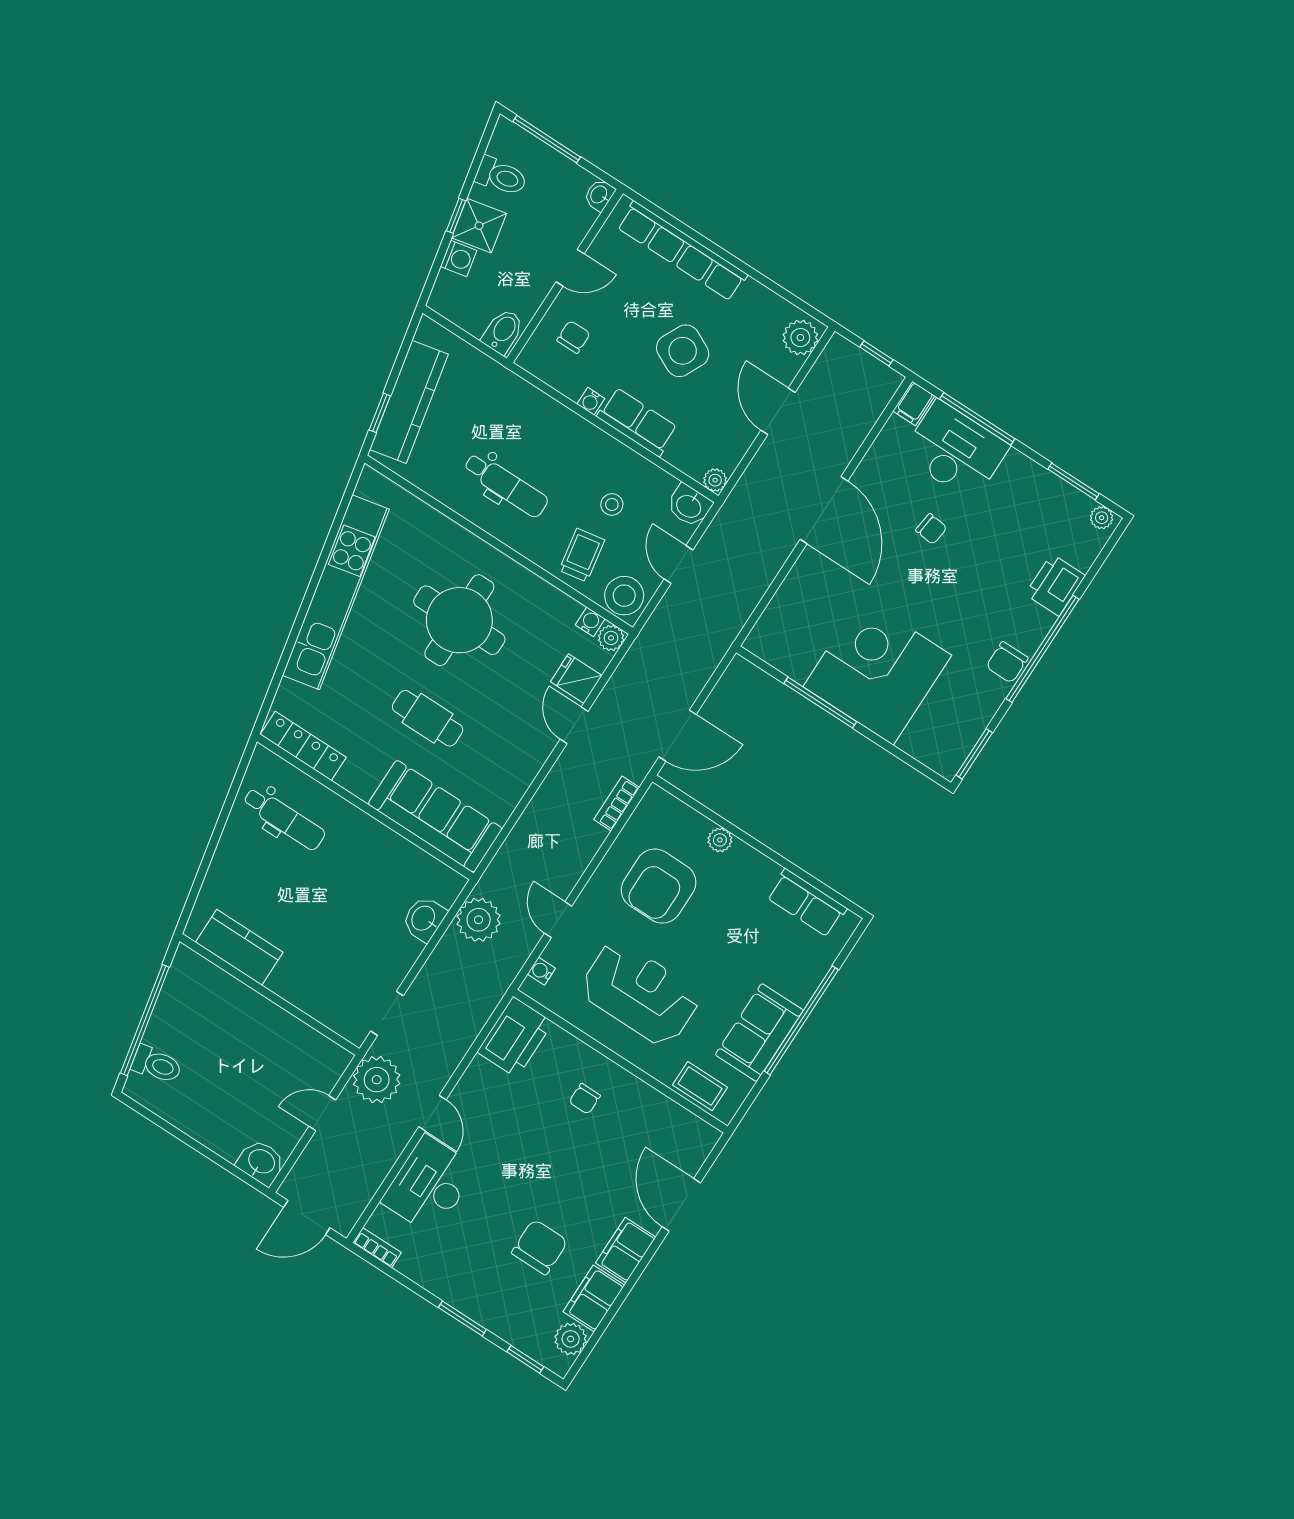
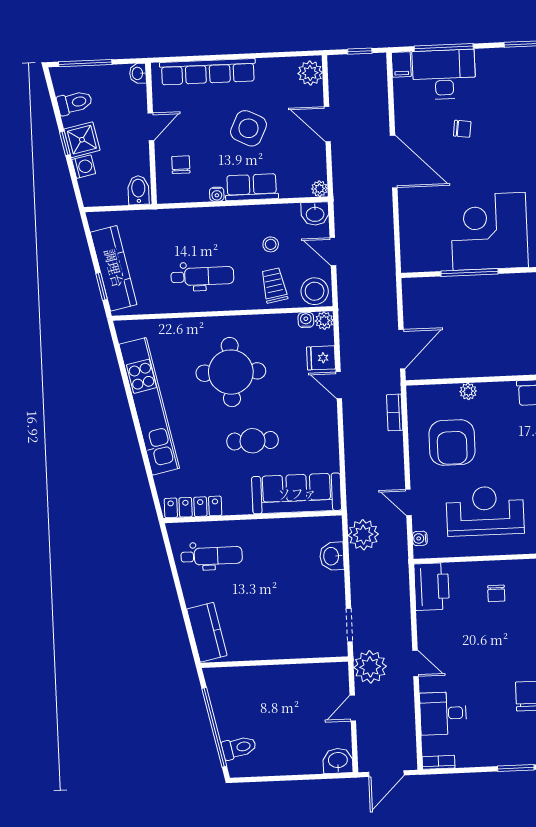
kitchen counter: (239, 947) -> (207, 632), moved, turned 78
desk: (429, 1185) -> (443, 713), width x0.73

